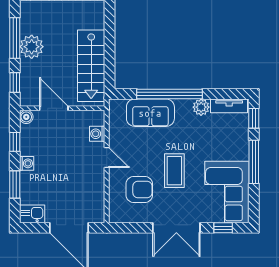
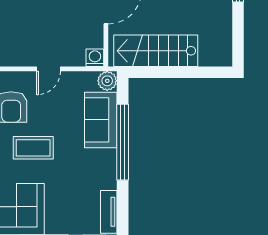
plant: (201, 107) -> (107, 81), moved
washing machine: (97, 134) -> (95, 58), moved

